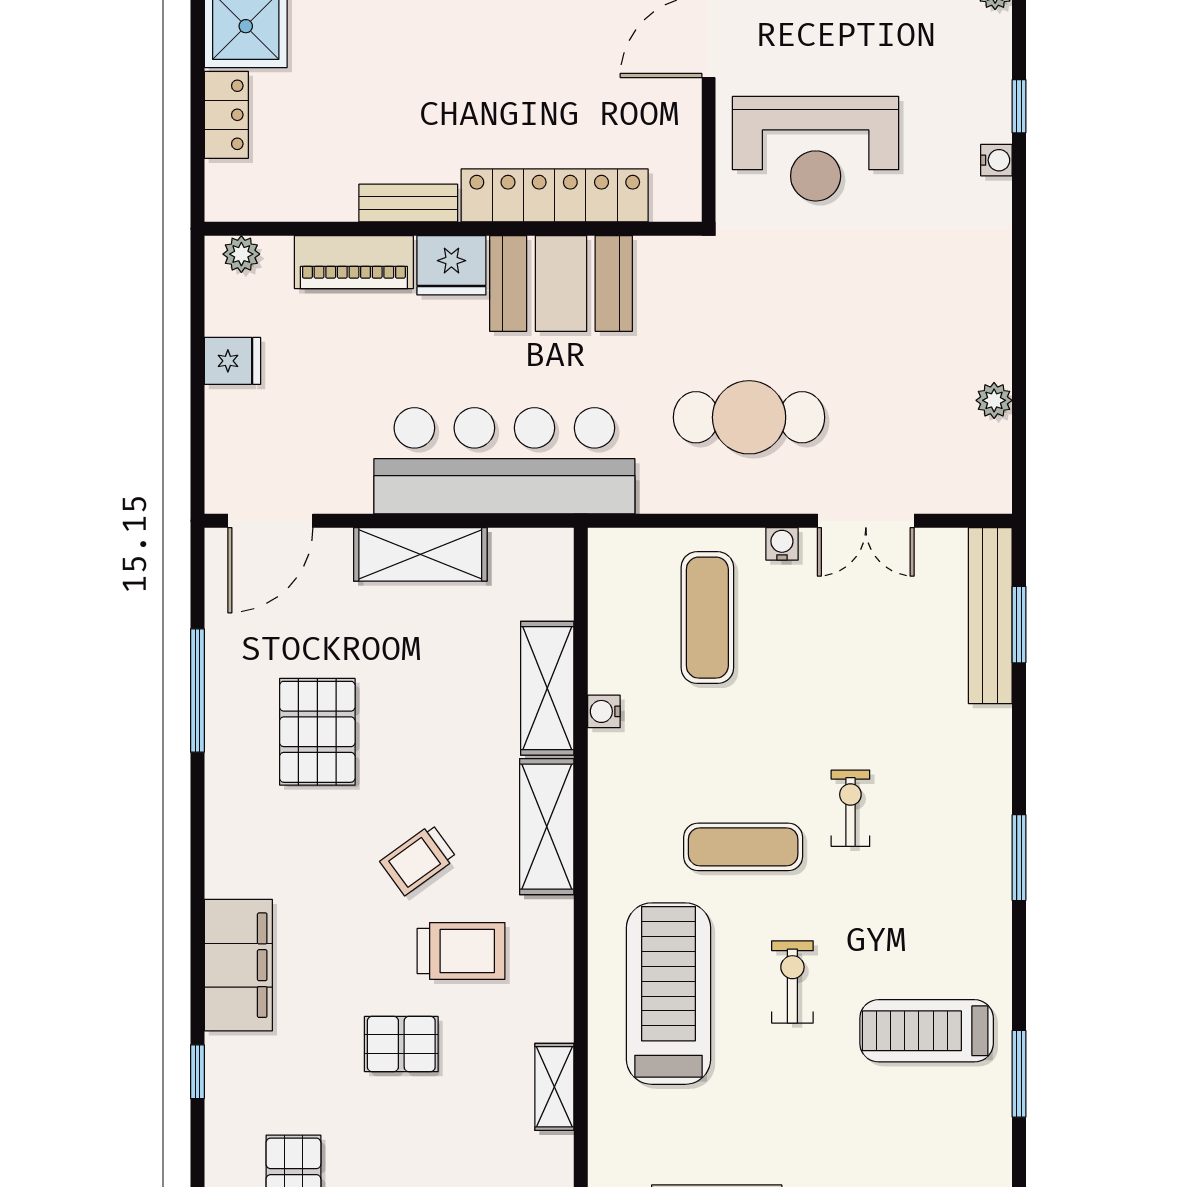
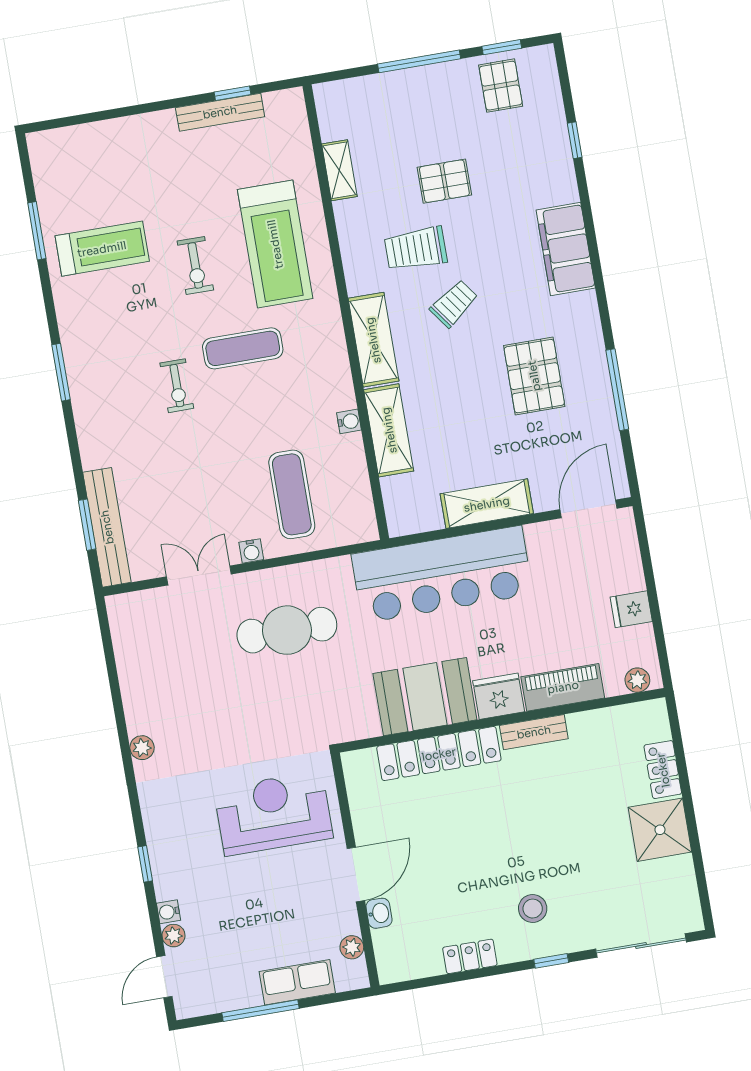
water cooler: (996, 160) -> (168, 912), moved
plant: (994, 400) -> (142, 748), moved
filing cabinet: (238, 965) -> (566, 249), moved

